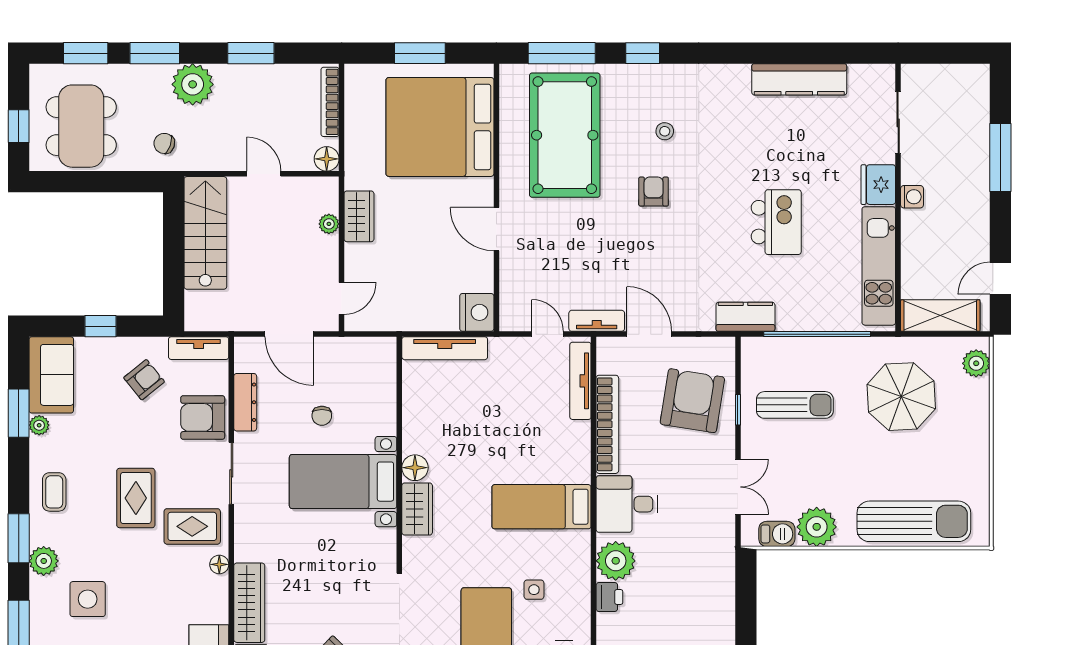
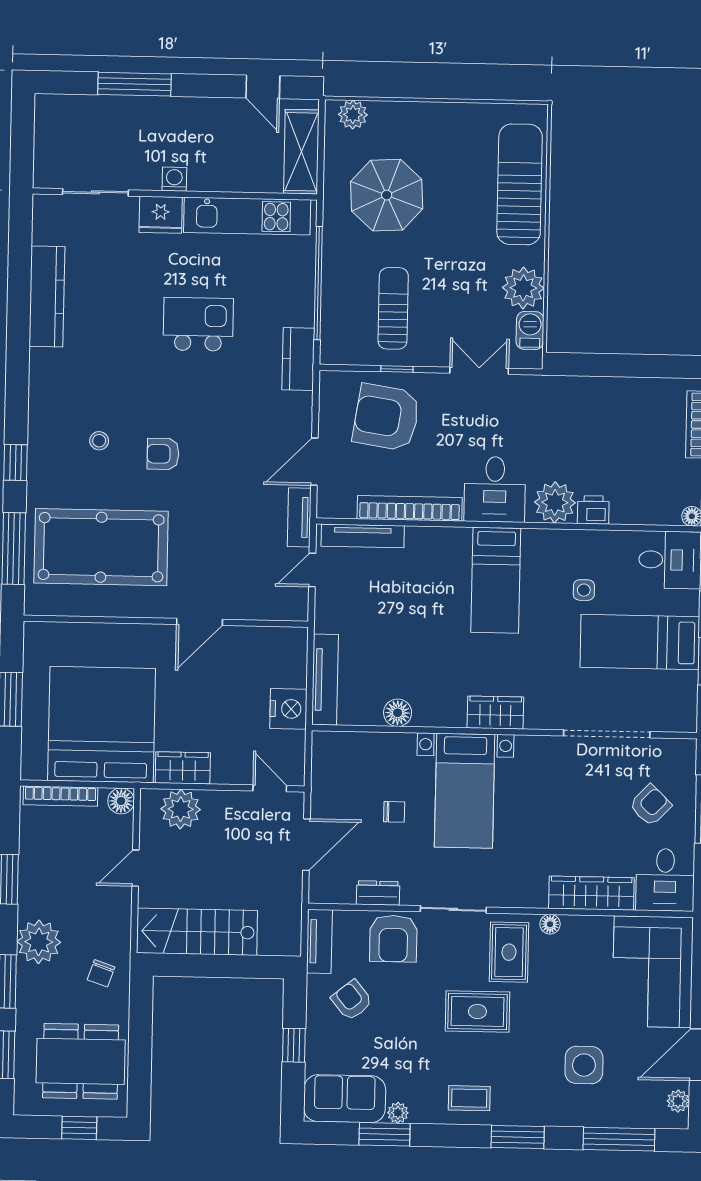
bed: (440, 127) -> (102, 725), moved, turned 180
plant: (329, 224) -> (181, 809), width x1.88, depth x1.88
nightstand: (477, 312) -> (288, 709), moved, turned 90
dresser: (245, 402) -> (378, 893), width x0.70
floor lamp: (415, 468) -> (398, 713), moved
plant: (44, 561) -> (542, 1111), removed

